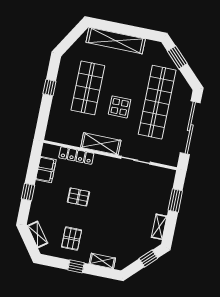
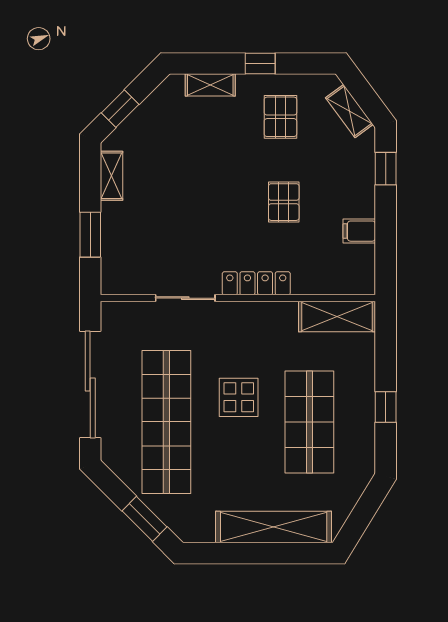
shelving: (101, 144) -> (337, 316), moved
locker: (76, 156) -> (256, 283), moved
filing cabinet: (46, 170) -> (359, 231), width x0.50
window: (28, 192) -> (386, 169), moved
pallet: (78, 197) -> (284, 202), turned 90

